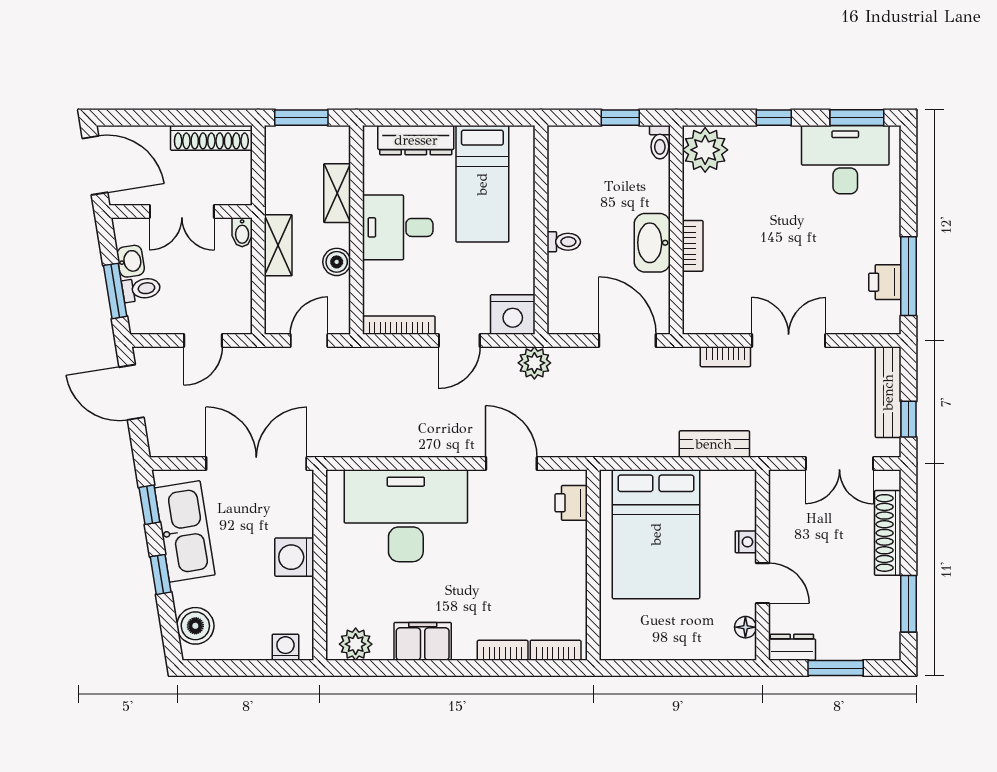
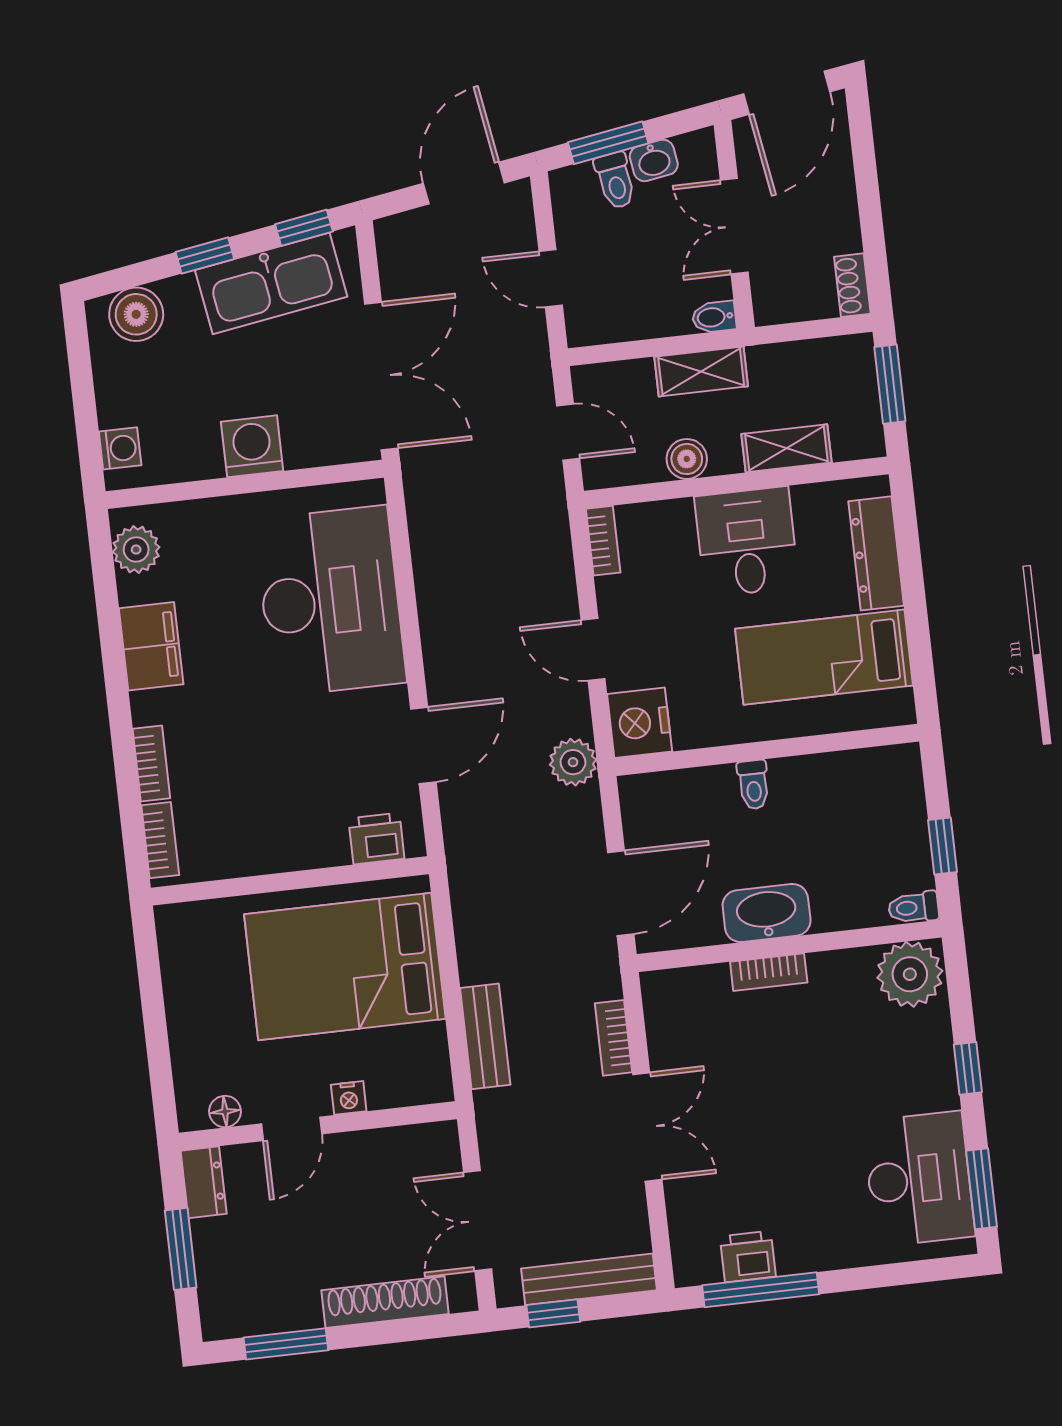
shoe rack: (211, 138) -> (852, 285), width x0.51, depth x0.81
bookcase: (399, 325) -> (603, 541), width x0.64

